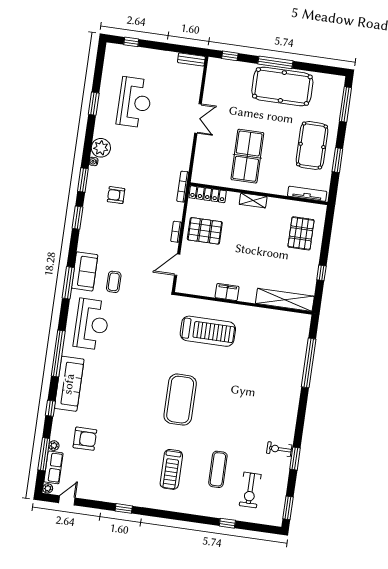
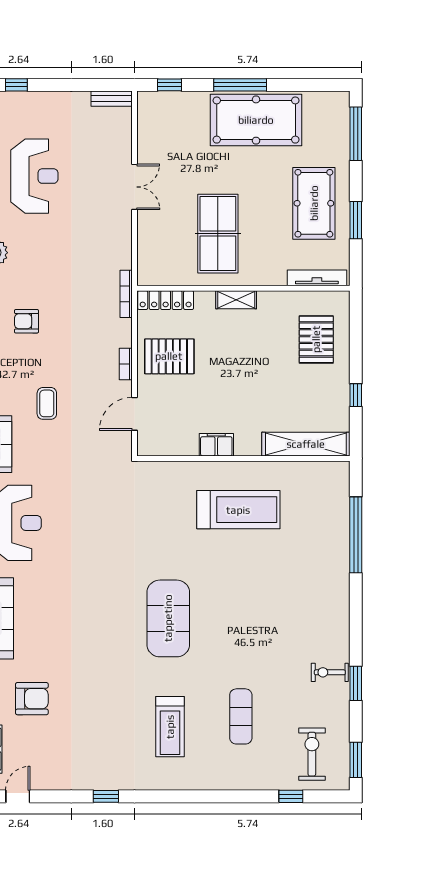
coffee table: (114, 282) -> (47, 403), moved
treadmill: (208, 331) -> (238, 510), moved
exercise bike: (250, 490) -> (312, 754), moved, turned 180
window: (227, 523) -> (291, 796), moved

